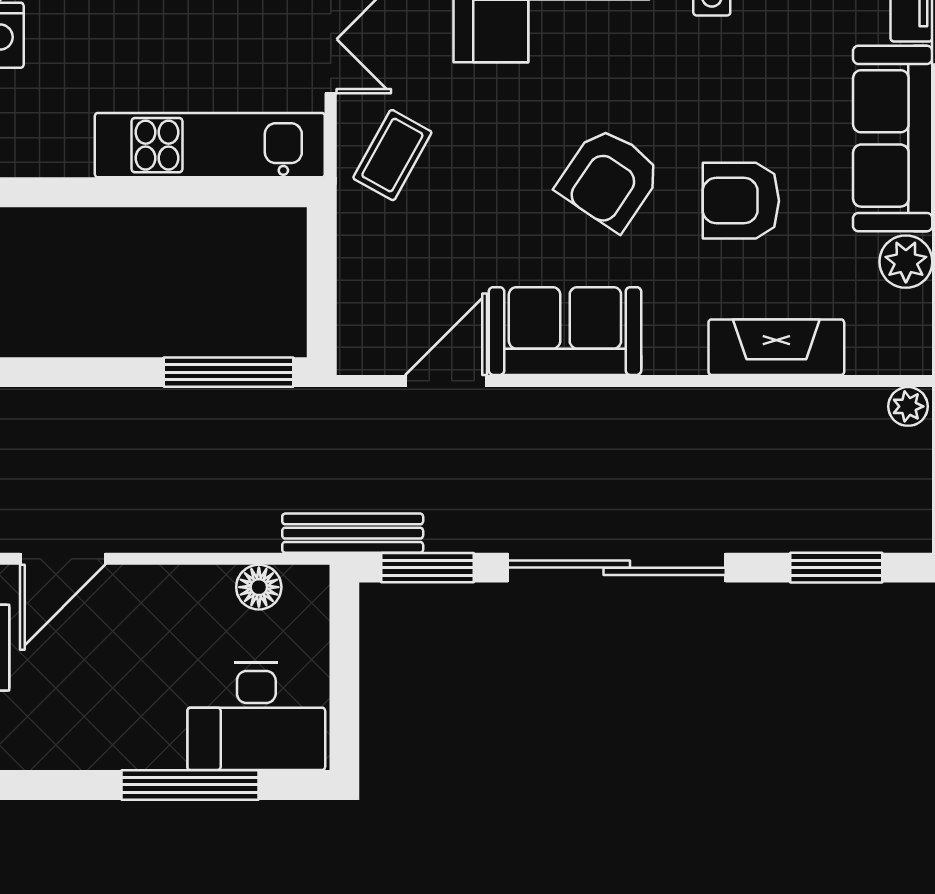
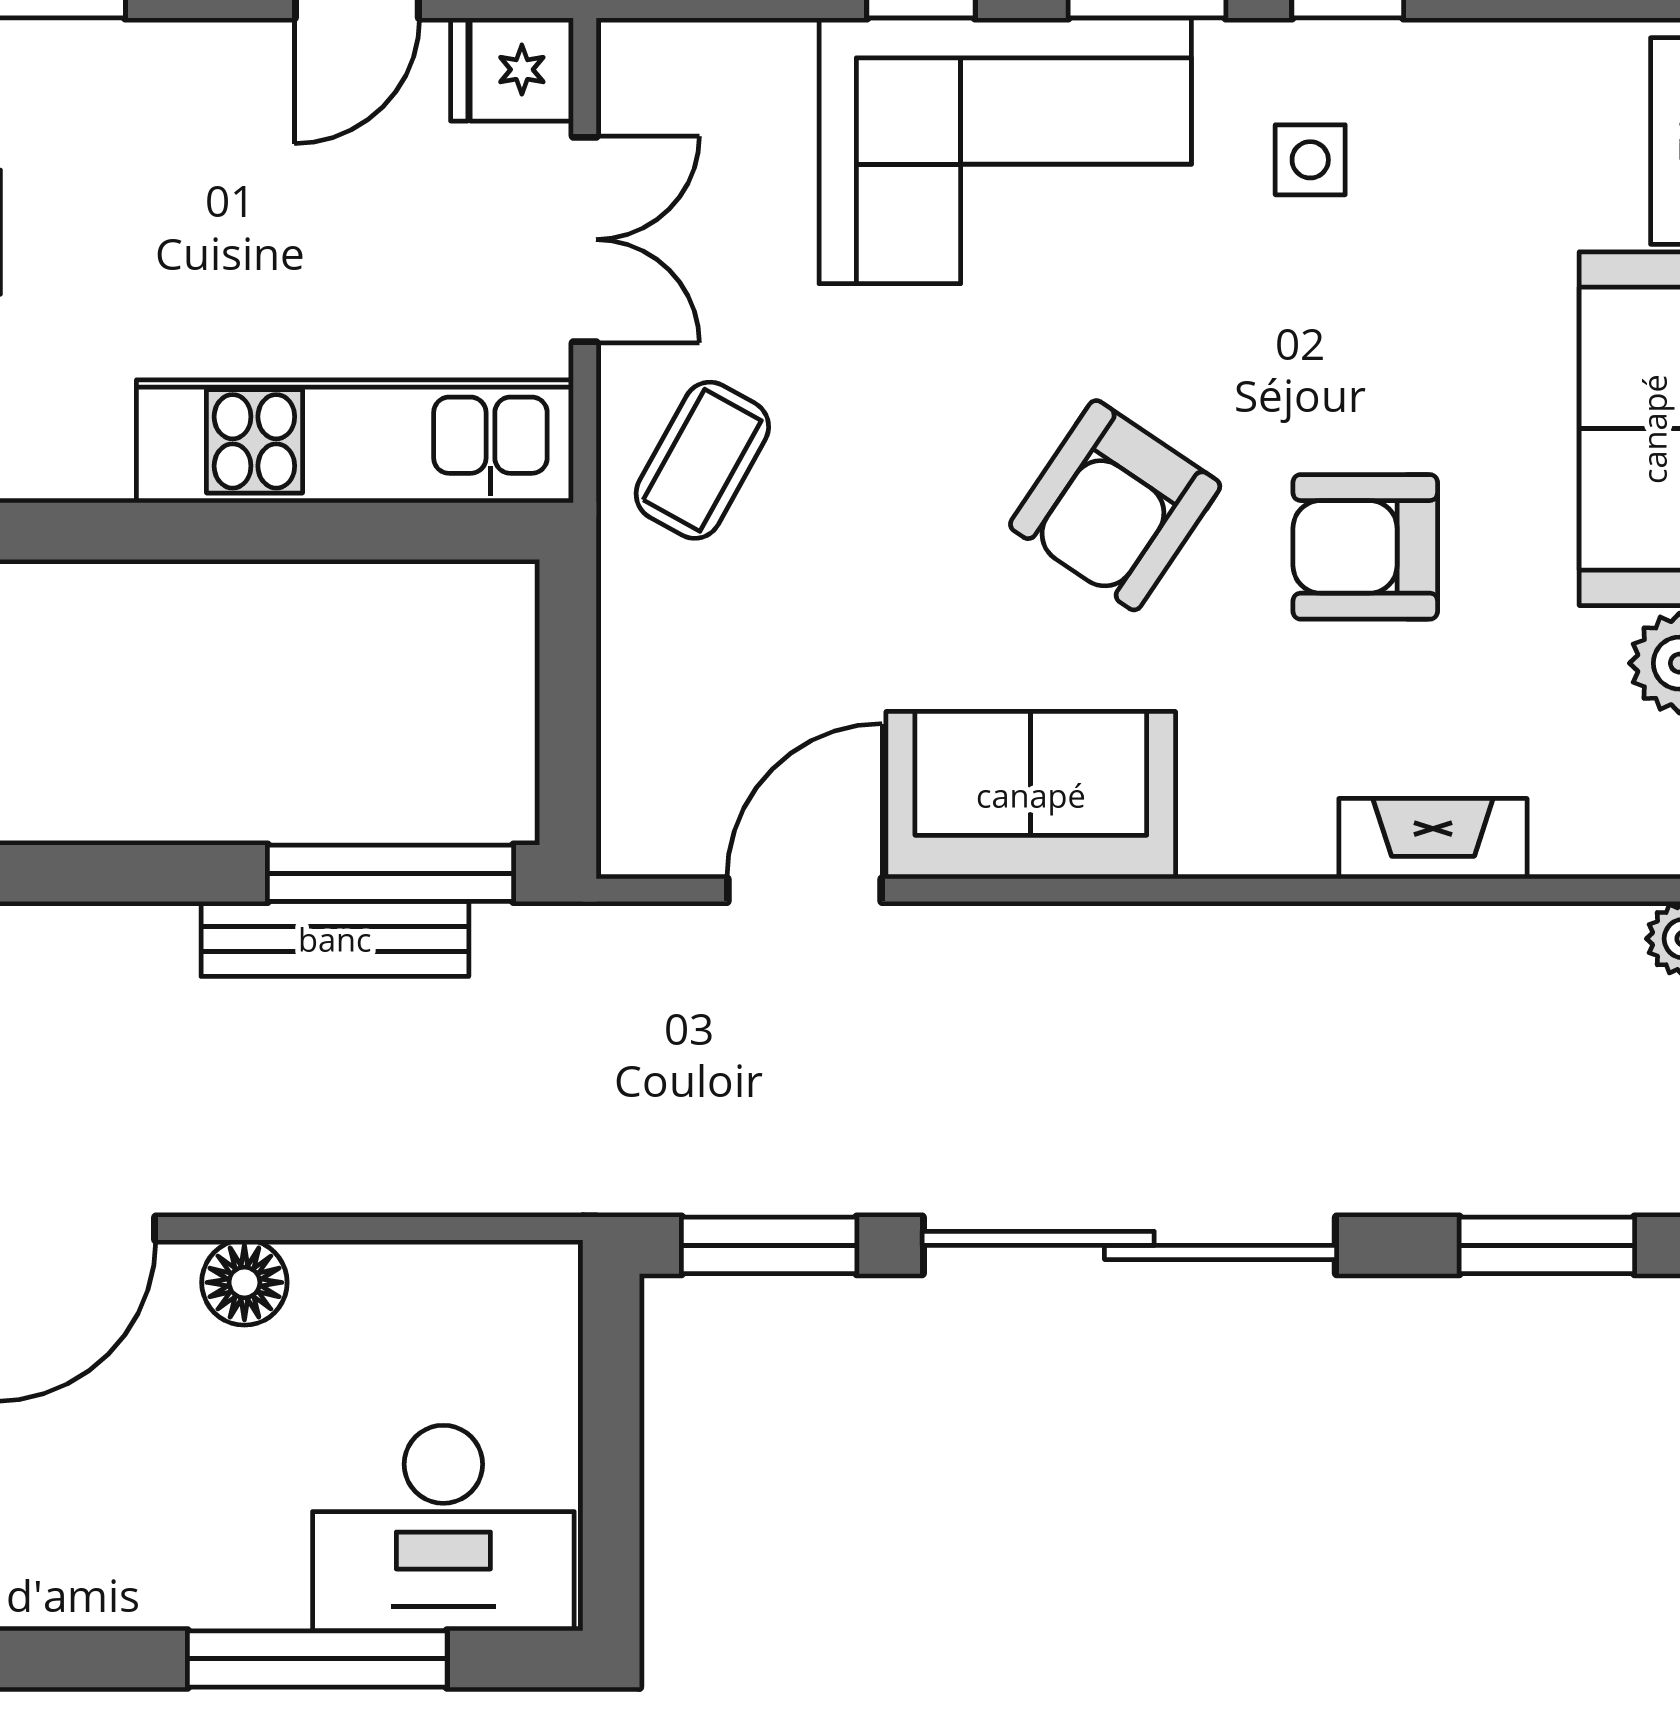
fireplace: (776, 347) -> (1433, 839), width x0.73, depth x0.76
bench: (353, 533) -> (335, 939), moved
floor lamp: (259, 587) -> (244, 1282), moved

